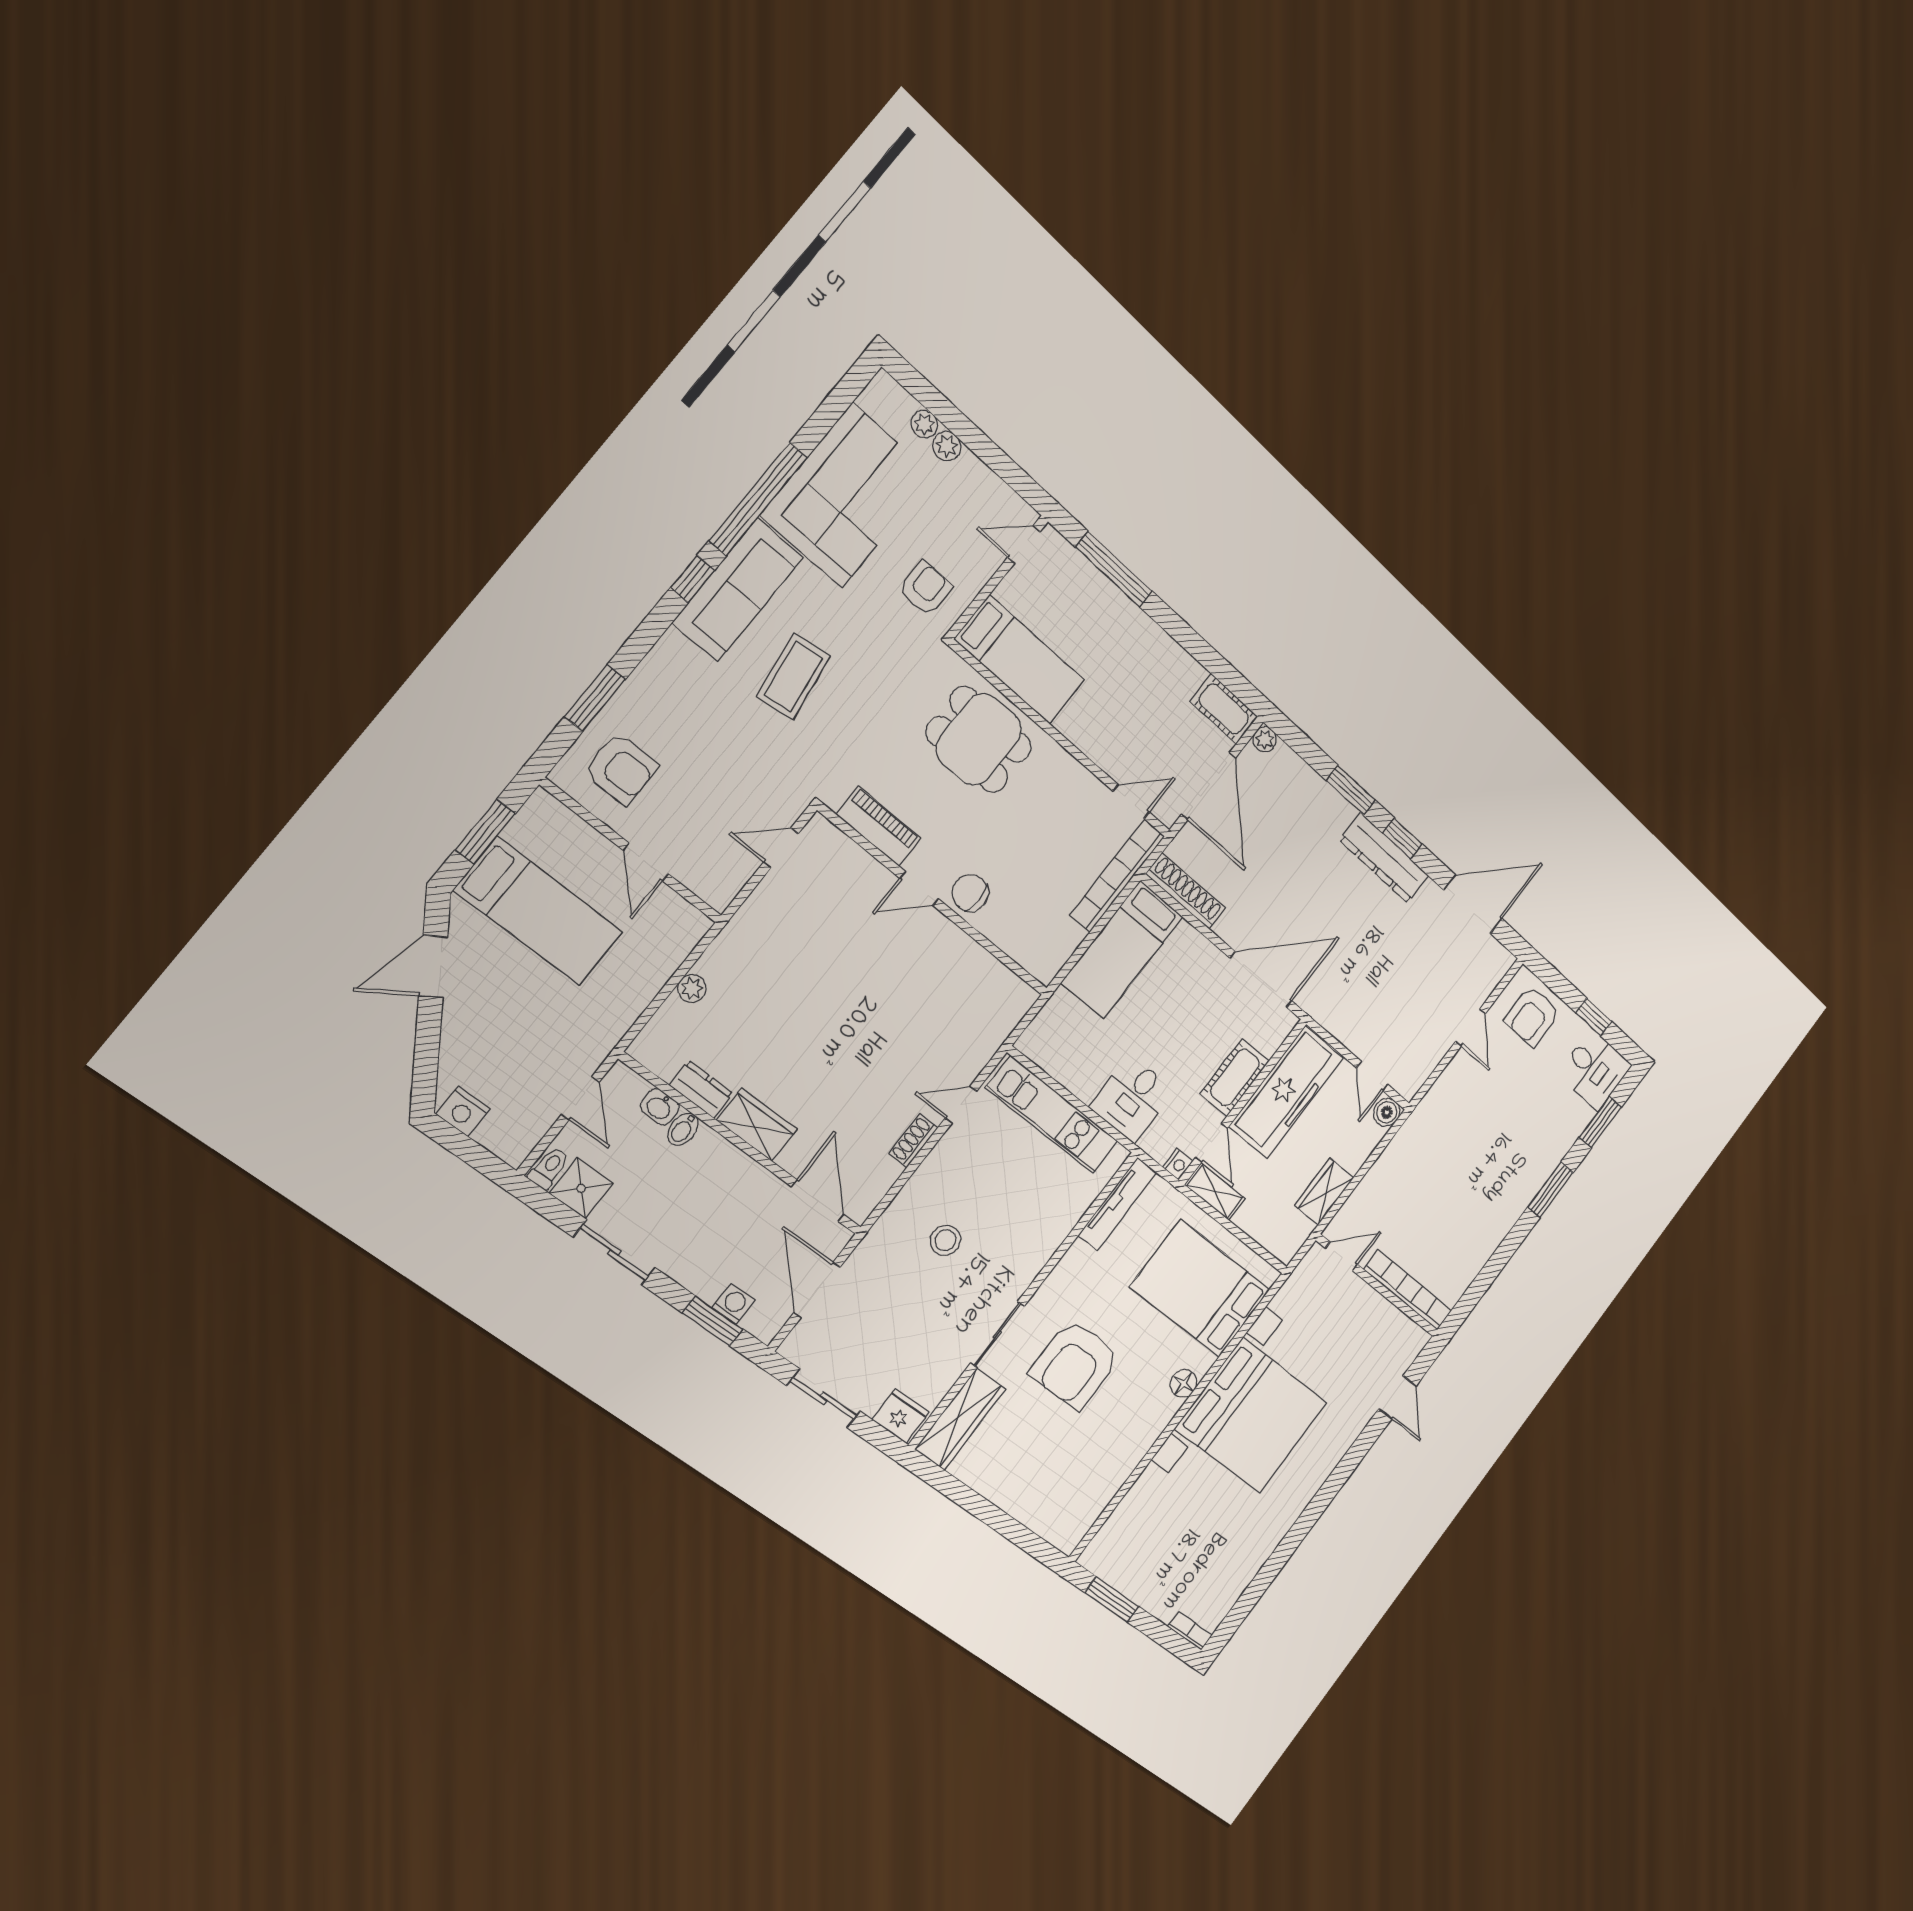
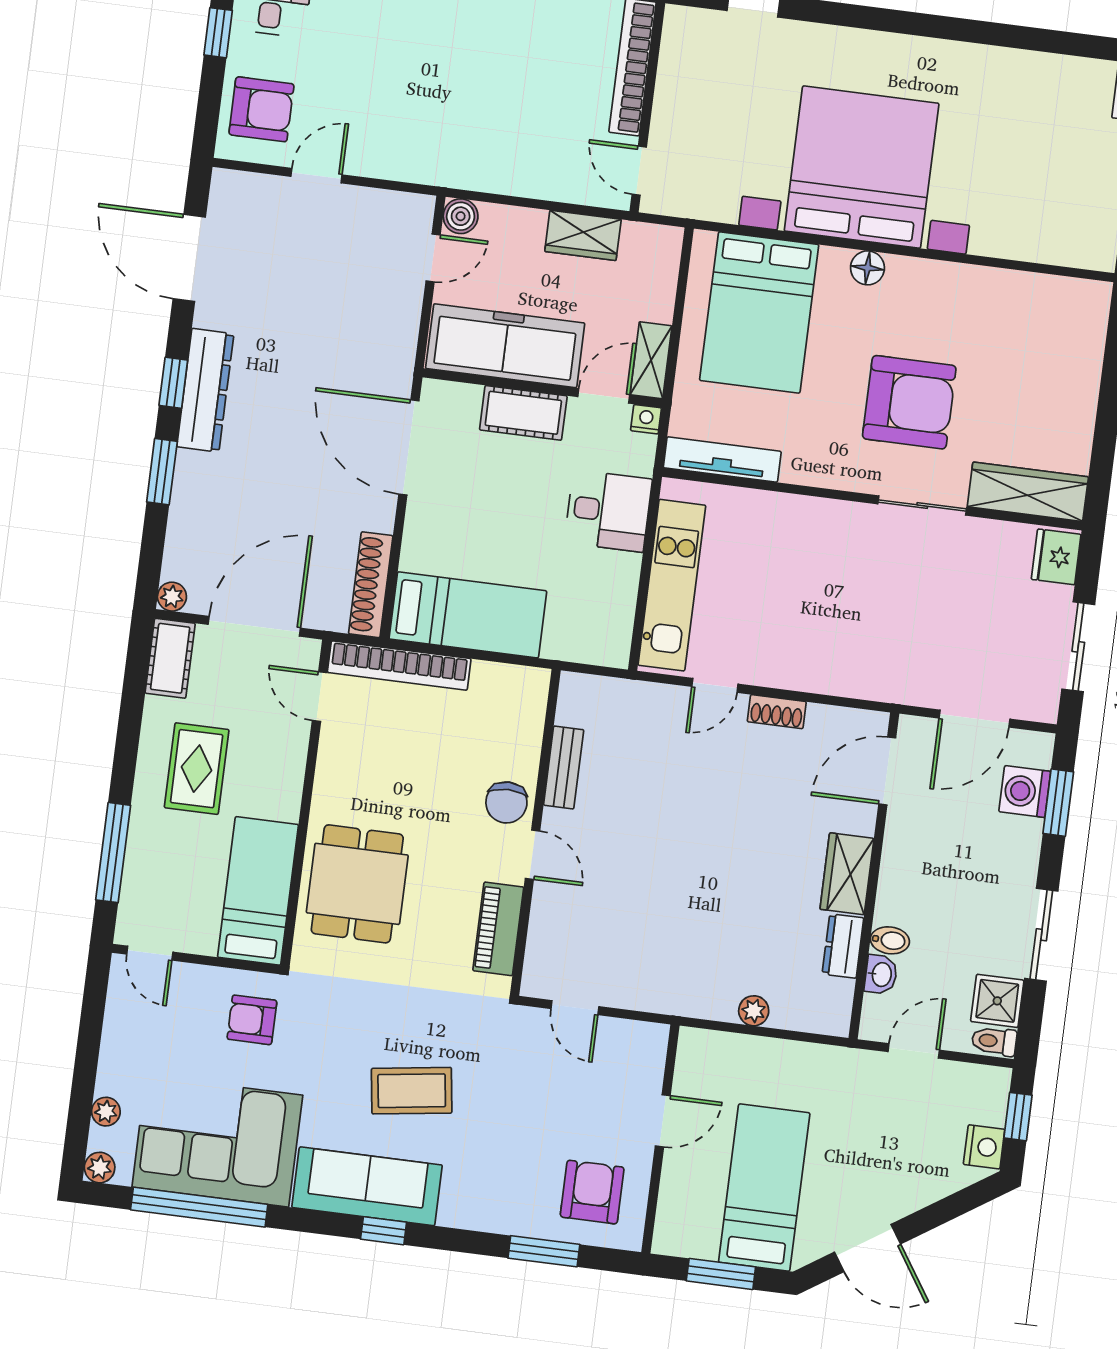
plant: (947, 446) -> (100, 1168), moved
window: (758, 499) -> (199, 1207), moved
rug: (1136, 675) -> (197, 769), added
bench: (970, 953) -> (564, 767), added
door: (961, 1105) -> (715, 685), hinge flipped
window: (472, 1153) -> (1018, 1117), added
stool: (945, 1240) -> (857, 619), removed
washing machine: (734, 1304) -> (1025, 792), width x1.38, depth x1.38

